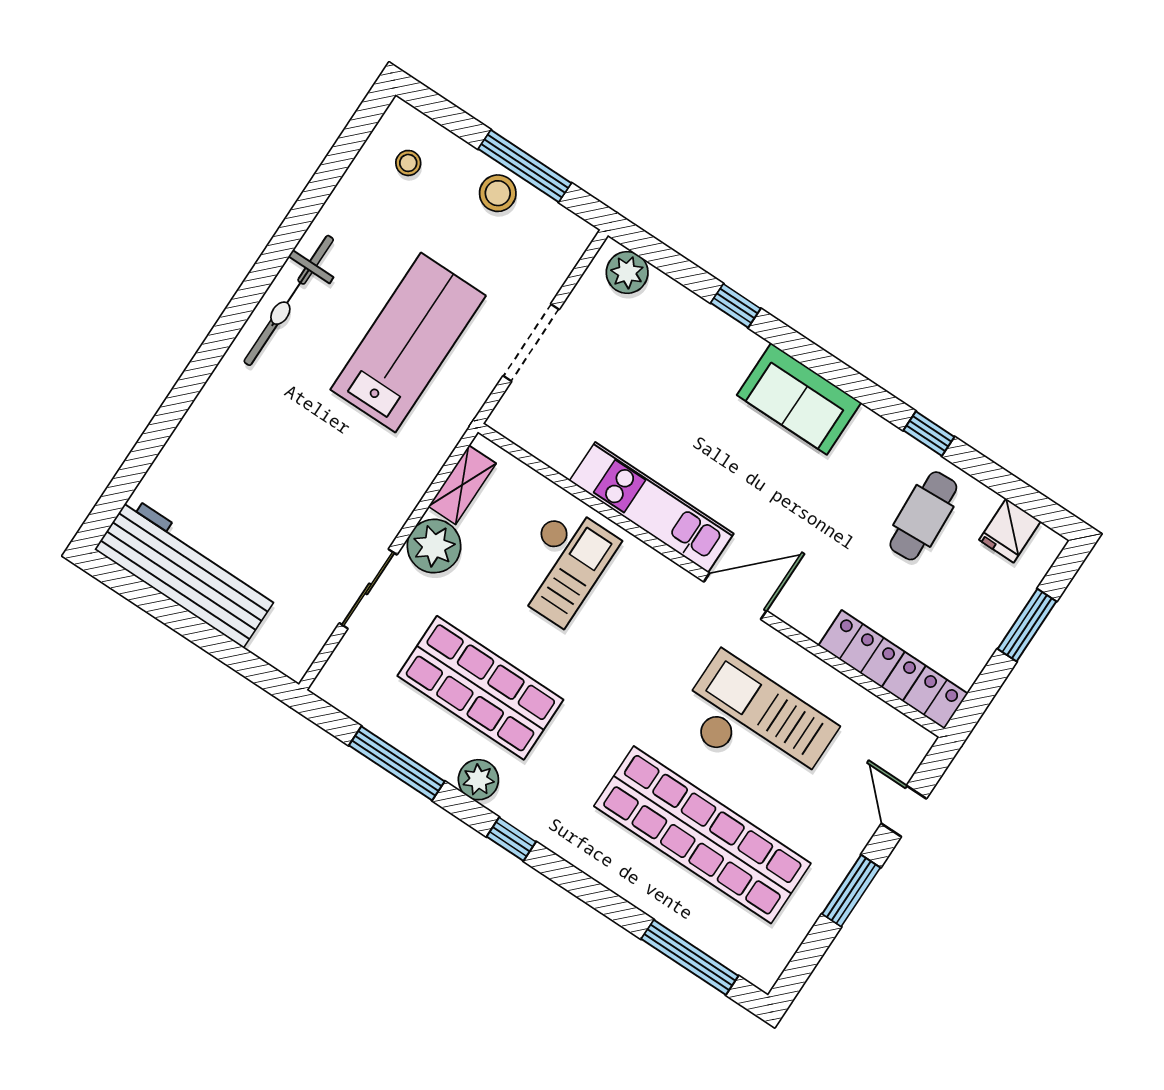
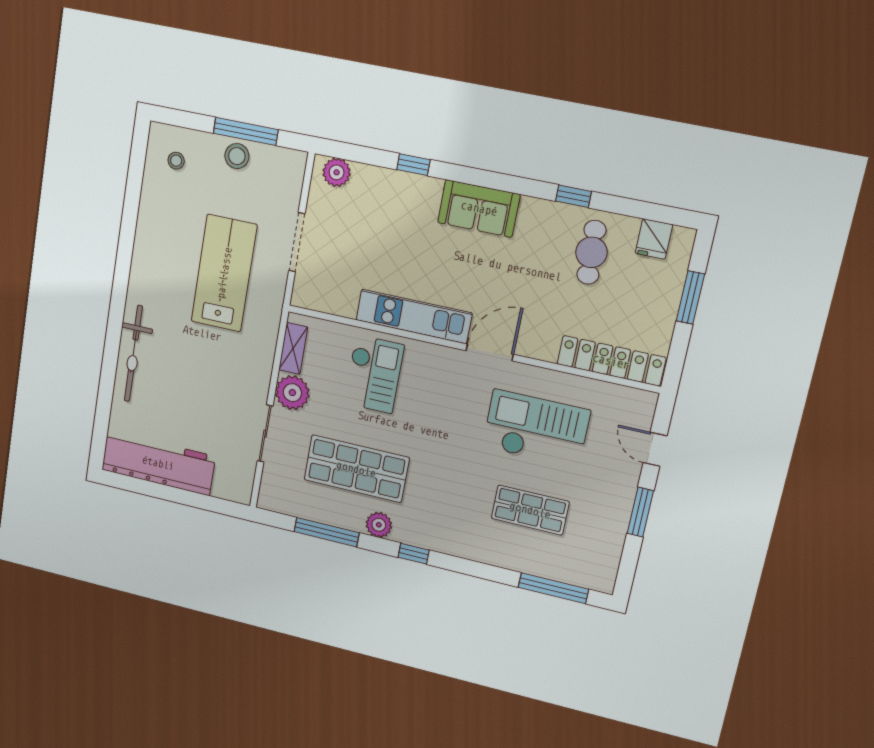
bicycle: (289, 300) -> (133, 354), moved
shop shelf: (702, 835) -> (530, 510), width x0.50, depth x0.74

